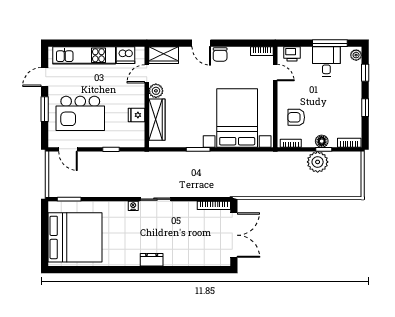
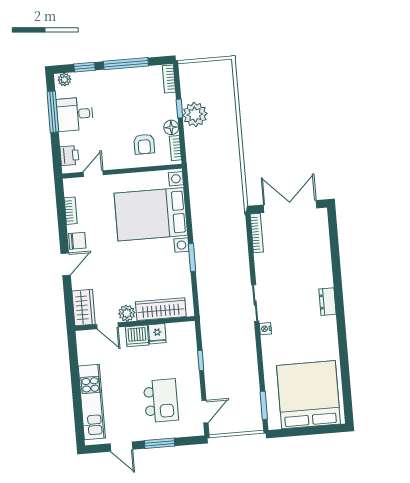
bookcase: (262, 51) -> (71, 211), moved
dishwasher: (126, 55) -> (137, 336), moved, turned 90
window: (365, 108) -> (126, 64), width x2.17
kitchen island: (80, 113) -> (161, 401), width x0.73, depth x0.78
floor lamp: (322, 141) -> (171, 127), moved

